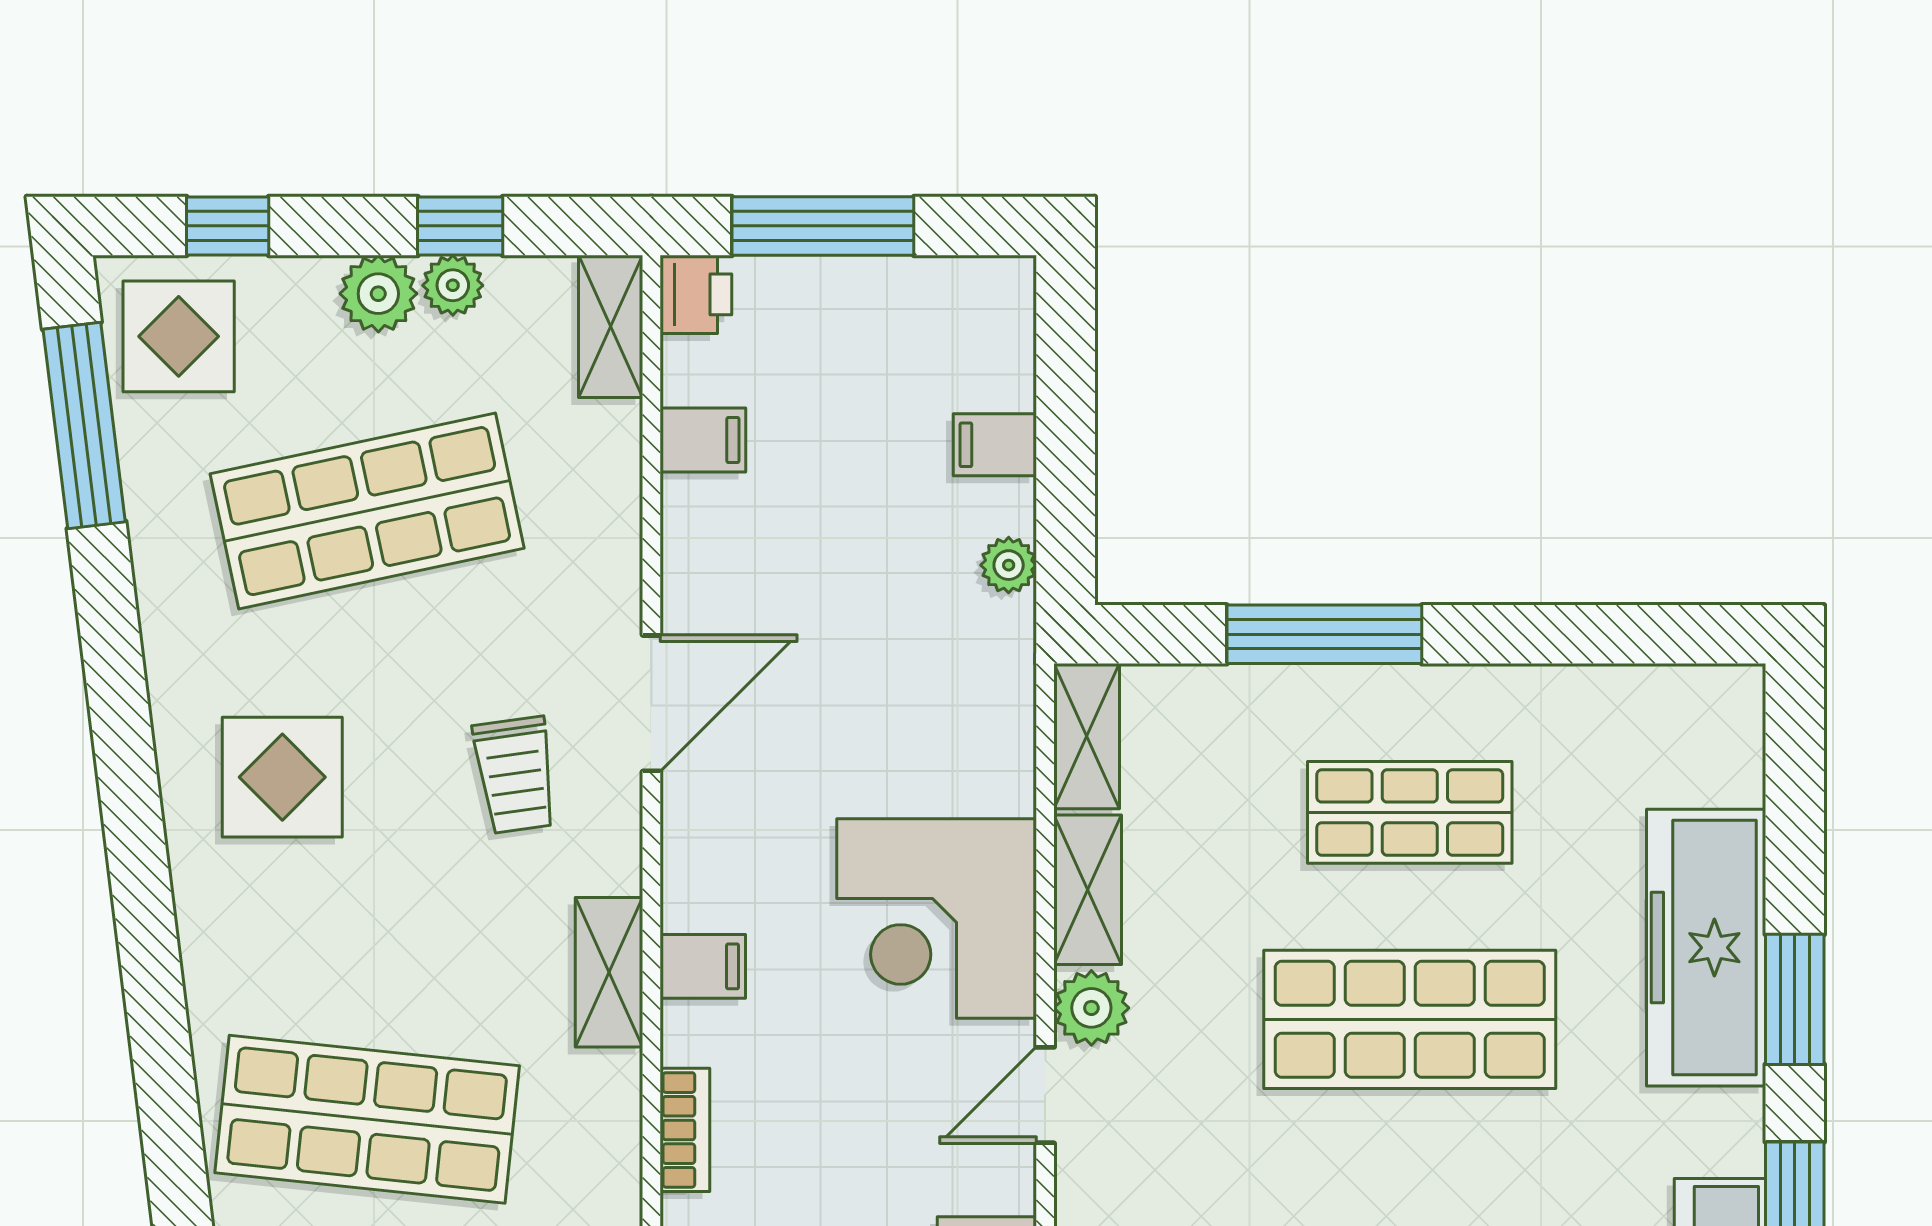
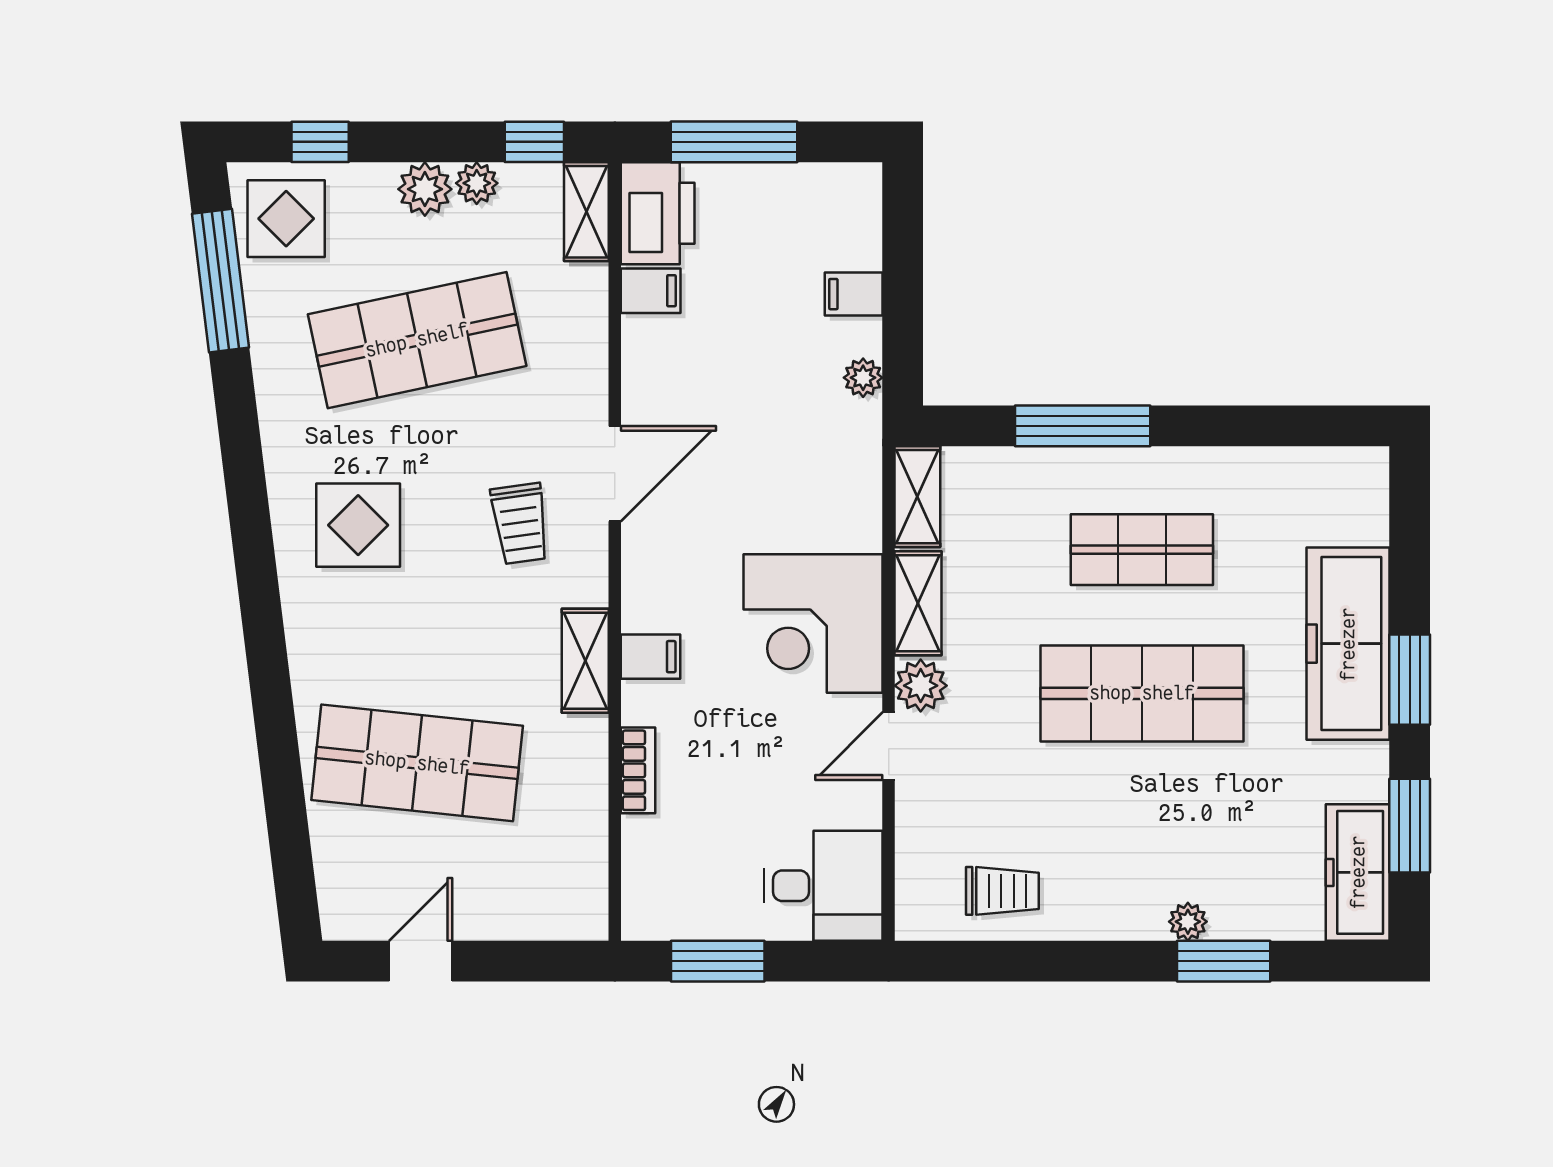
window: (460, 226) -> (534, 142), moved
printer: (696, 294) -> (658, 213), width x1.87, depth x1.48

